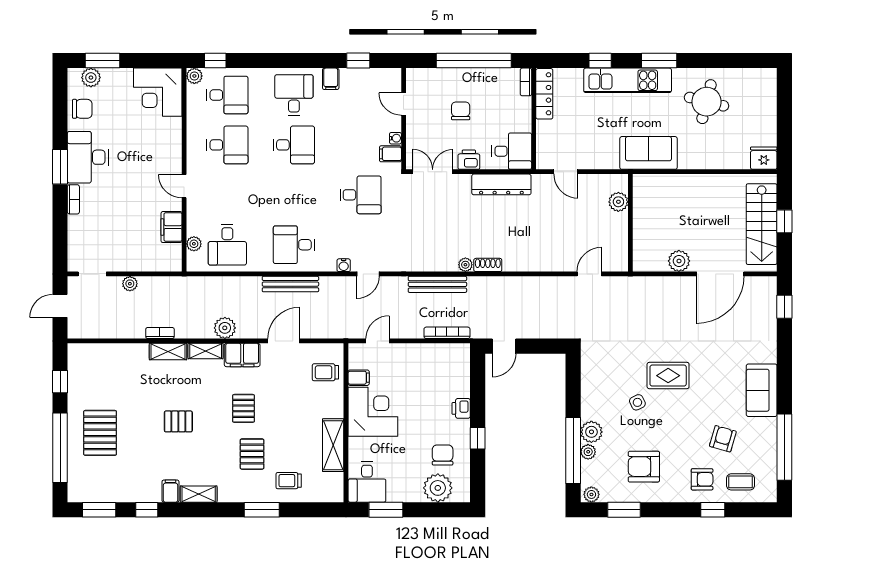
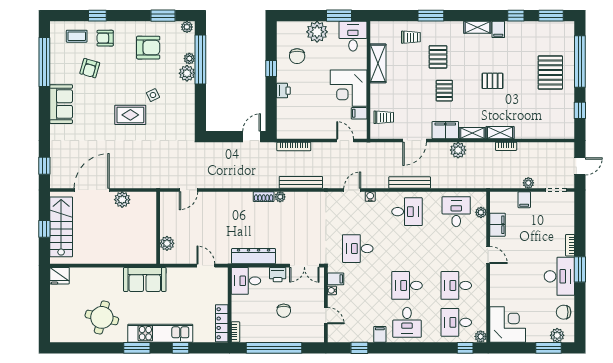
filing cabinet: (135, 261) -> (524, 200), added
door: (378, 341) -> (345, 141), swing flipped
plant: (438, 488) -> (317, 32), moved

